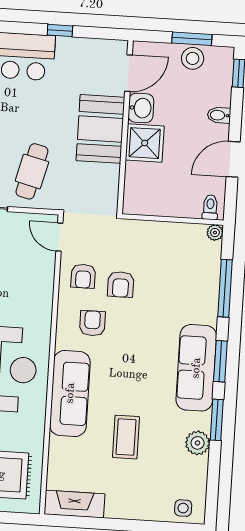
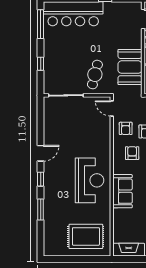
booth: (100, 129) -> (130, 67), moved
sofa: (70, 393) -> (123, 191), width x0.73

